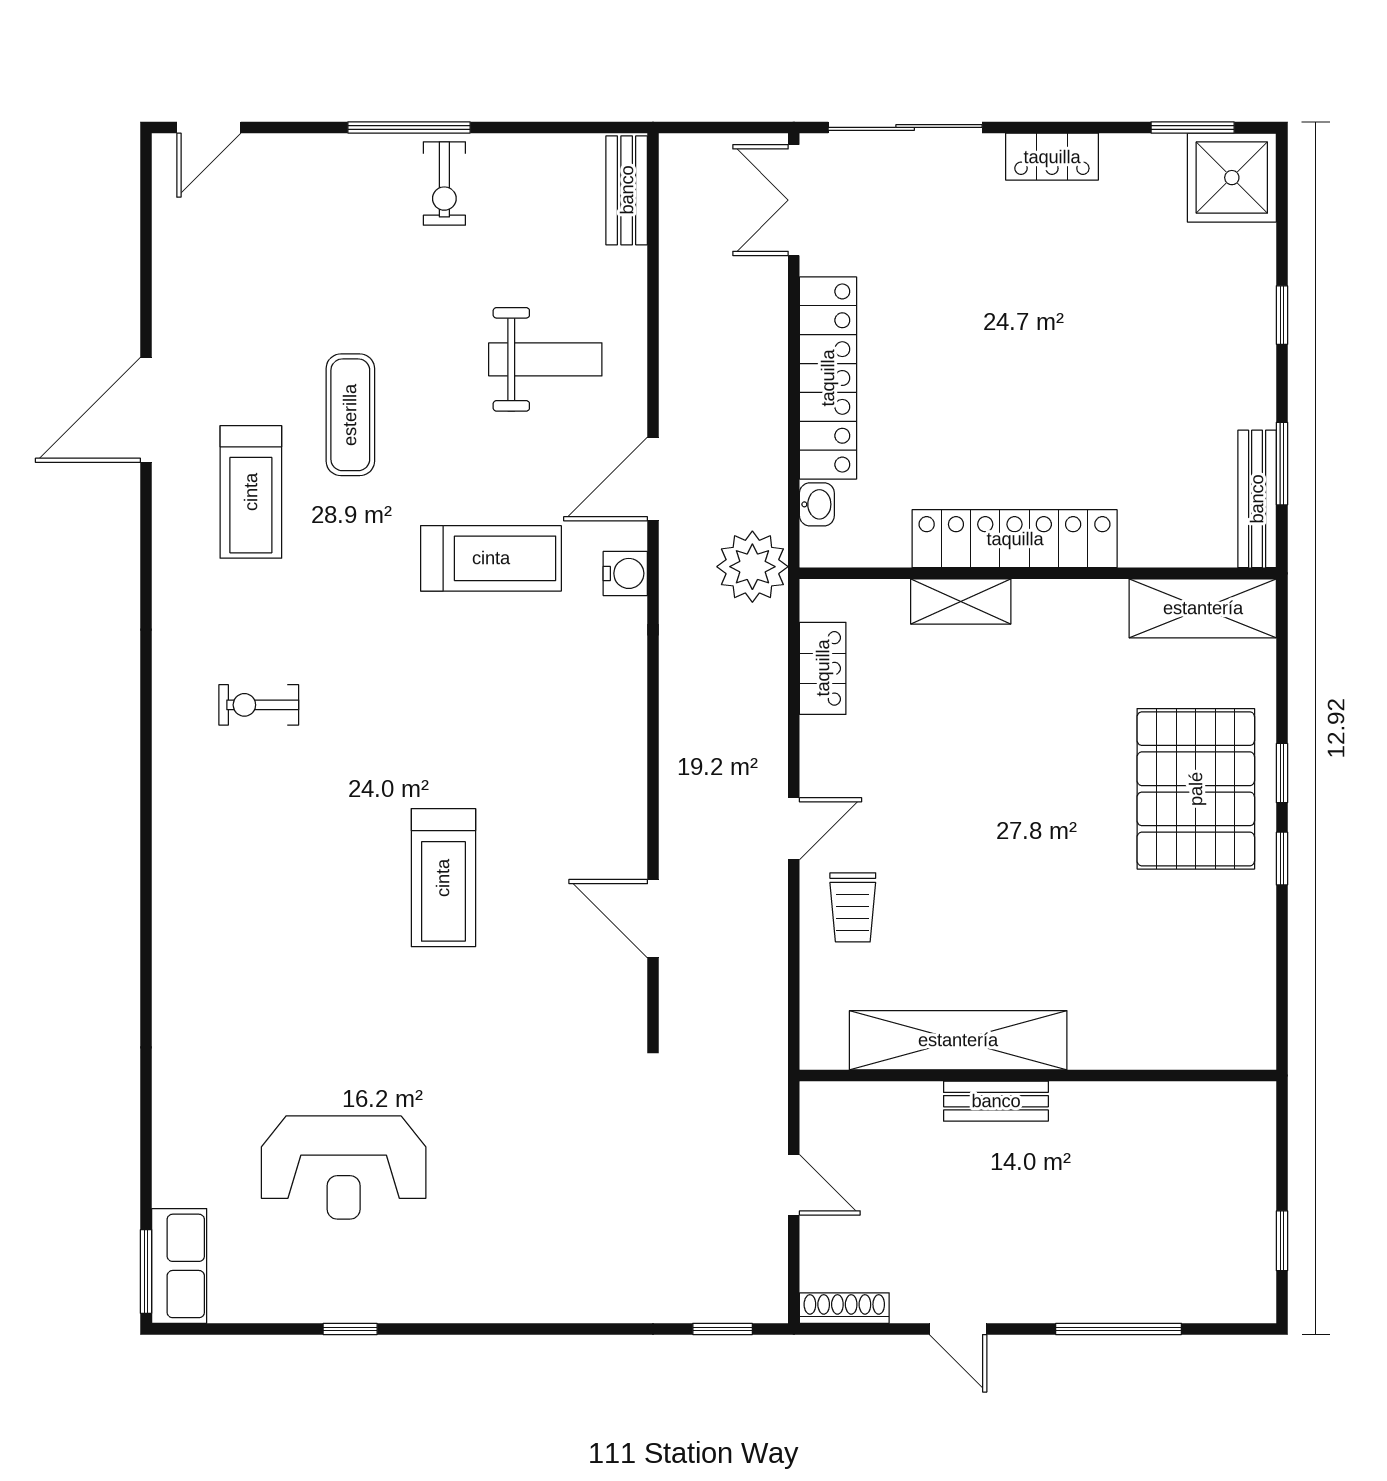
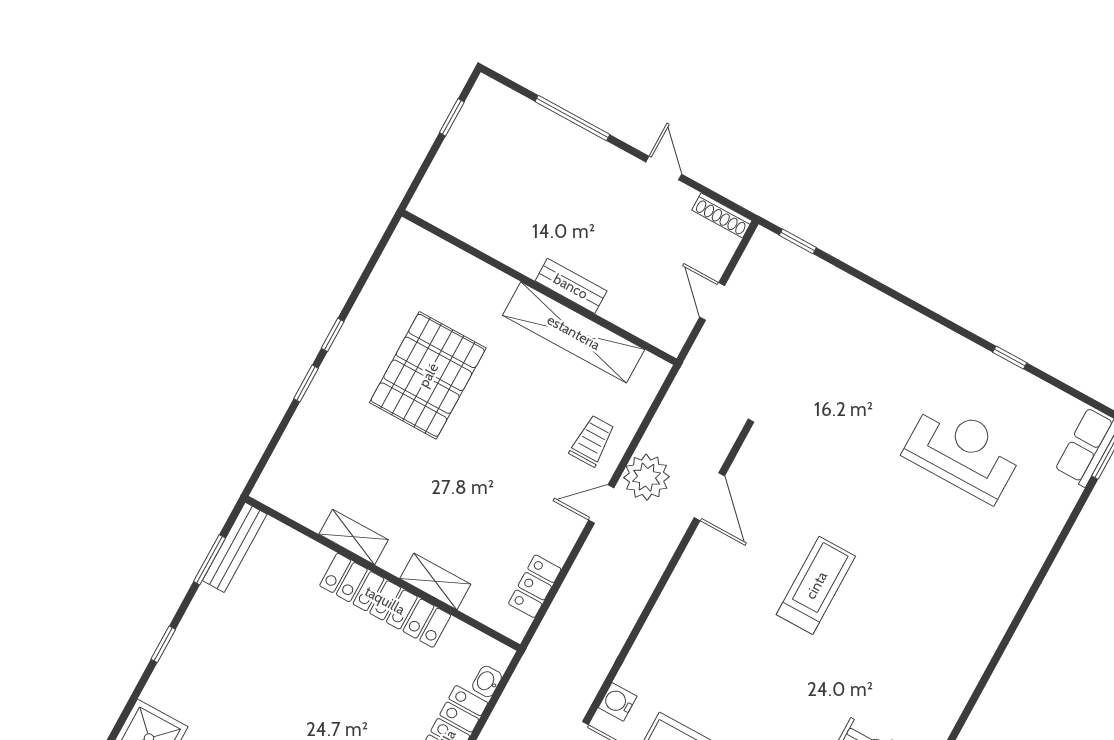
plant: (752, 567) -> (647, 477), moved
shelving: (1203, 608) -> (354, 537), moved, width x0.67, depth x0.75
pallet: (1196, 789) -> (428, 375), moved

